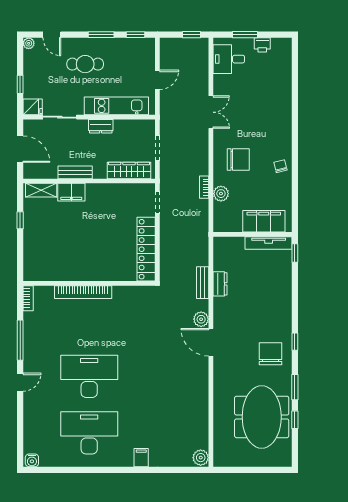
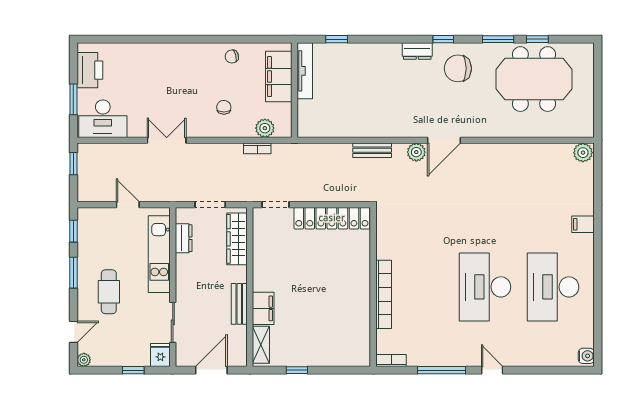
printer: (262, 45) -> (90, 70), width x1.87, depth x1.48
desk: (229, 59) -> (103, 119), width x1.37
dresser: (101, 126) -> (184, 238), moved
chair: (238, 160) -> (224, 107), width x0.54, depth x0.54
filing cabinet: (264, 221) -> (279, 77), moved
wall: (253, 234) -> (294, 90), moved
tv unit: (269, 243) -> (305, 71), moved
dresser: (220, 284) -> (417, 51), moved, turned 180

